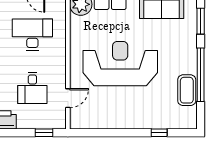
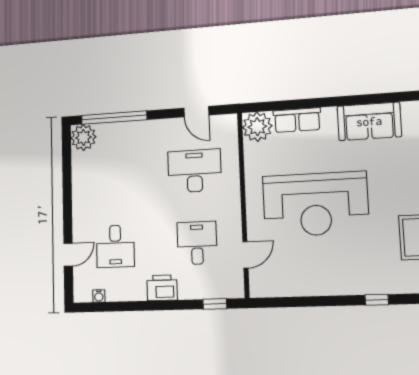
reception desk: (120, 64) -> (315, 204), turned 180
desk: (32, 88) -> (197, 243), turned 180

